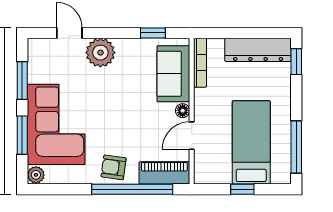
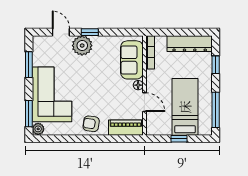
window: (153, 33) -> (90, 32), moved
window: (296, 62) -> (216, 65), moved
window: (22, 135) -> (29, 114), moved
door: (192, 136) -> (144, 102), swing flipped
window: (132, 189) -> (104, 139), removed

